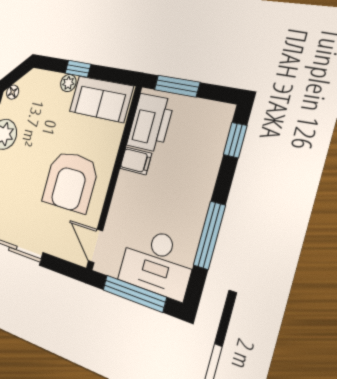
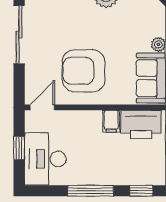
window: (209, 235) -> (91, 191), moved
window: (134, 294) -> (19, 148), width x0.46

